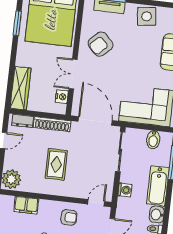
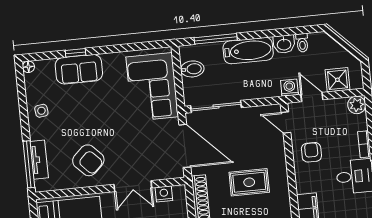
side table: (147, 16) -> (41, 111), width x0.54, depth x0.54
door: (95, 121) -> (185, 146), swing flipped
washing machine: (125, 190) -> (289, 88), moved

